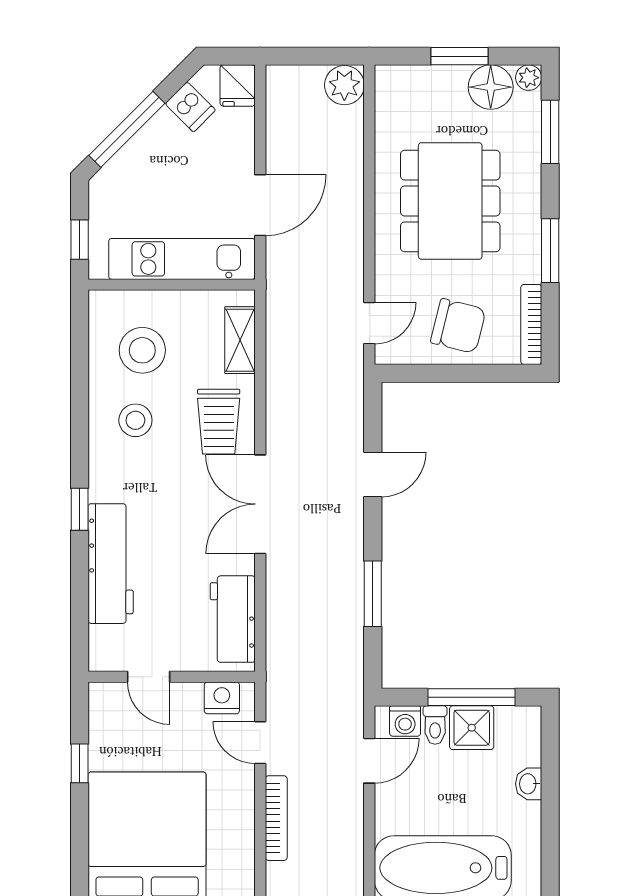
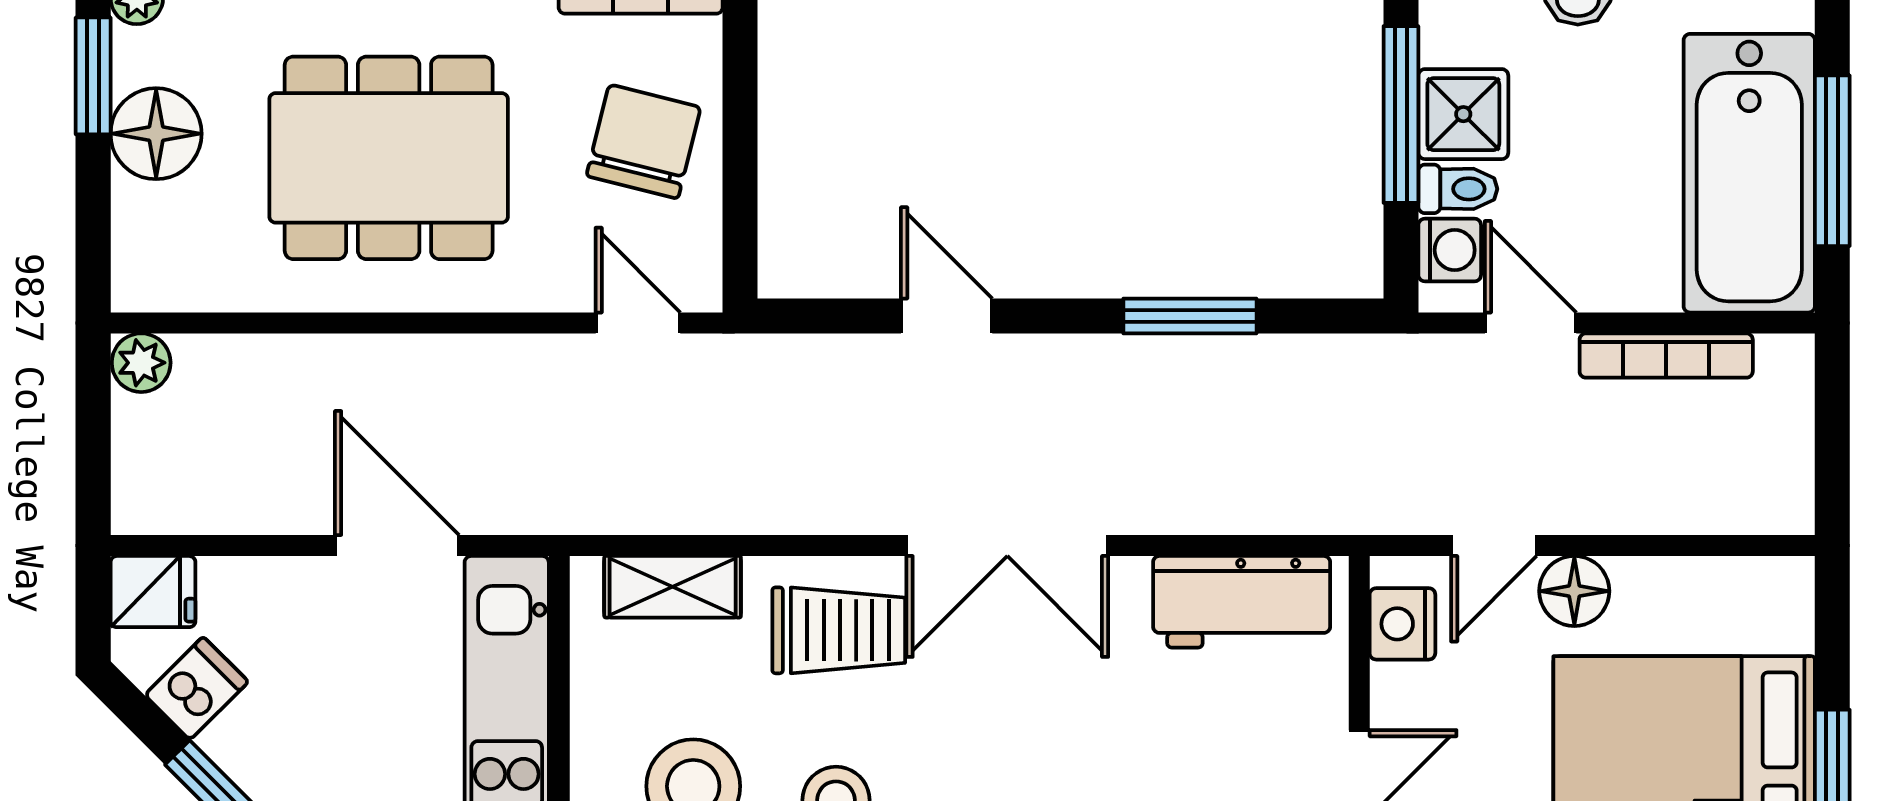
window: (459, 56) -> (93, 76), moved
plant: (344, 85) -> (141, 363), width x0.73, depth x0.73
floor lamp: (491, 87) -> (156, 134), moved
floor lamp: (238, 782) -> (1574, 591), added
bookcase: (276, 818) -> (1666, 356), moved, turned 180

